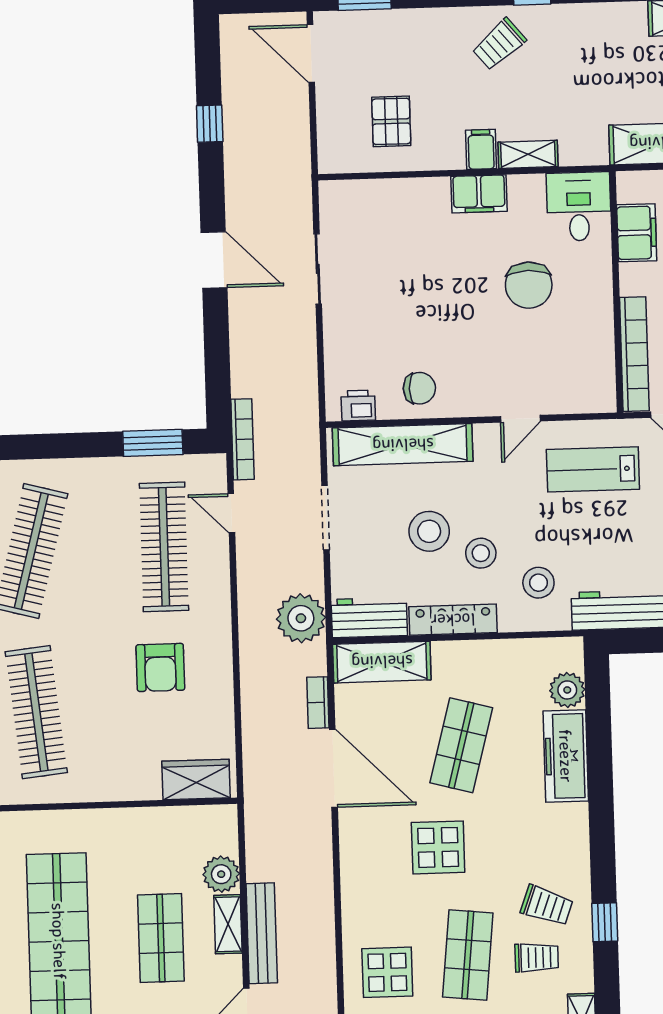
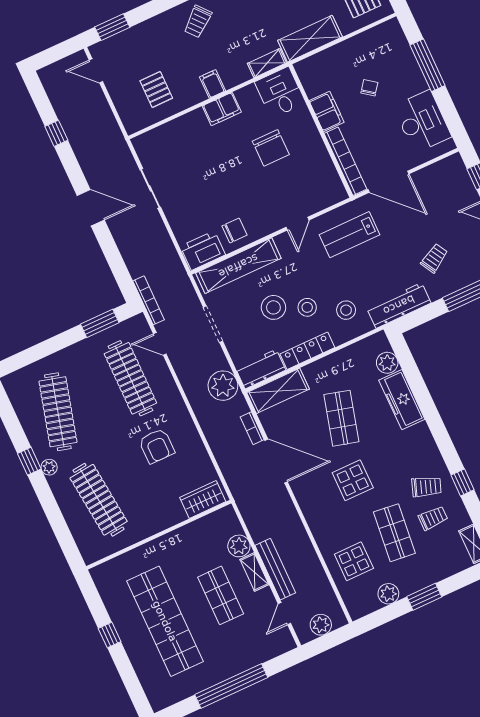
door: (311, 53) -> (96, 71), width x0.73
shelving: (528, 154) -> (267, 63), moved
filing cabinet: (637, 233) -> (327, 111), moved
printer: (358, 406) -> (203, 250), width x1.87, depth x1.48

